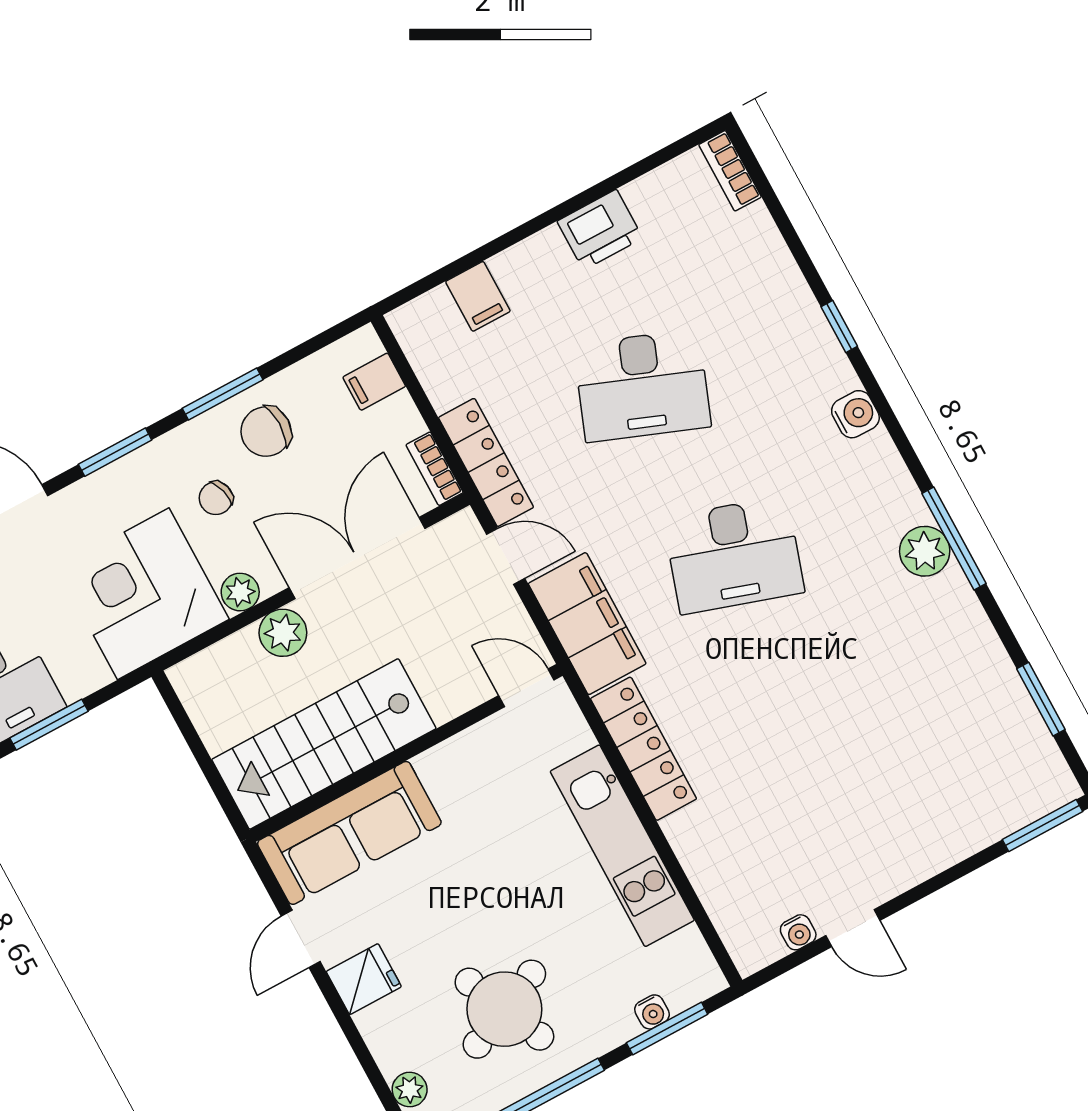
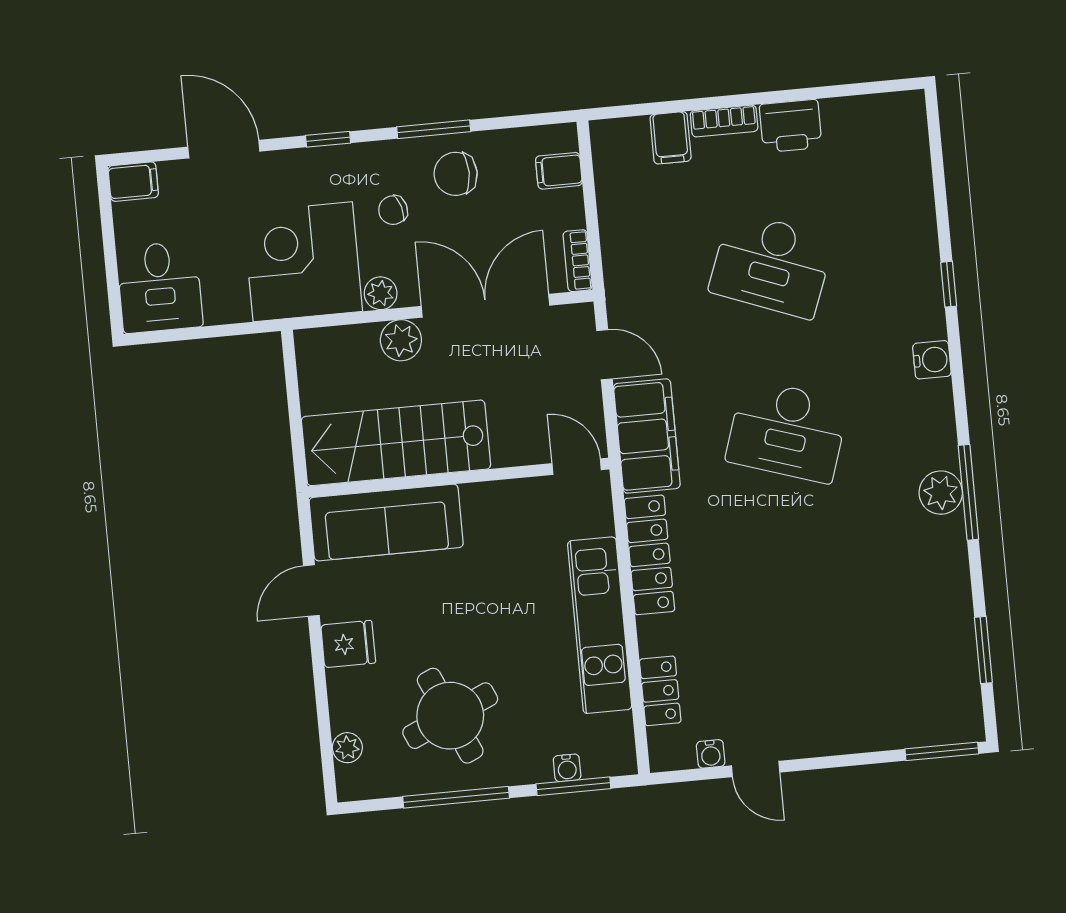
bookcase: (730, 171) -> (724, 121), moved, turned -90
window: (115, 452) -> (328, 139), width x0.67
locker: (486, 462) -> (660, 691), moved, width x0.66
window: (49, 725) -> (183, 334), removed

